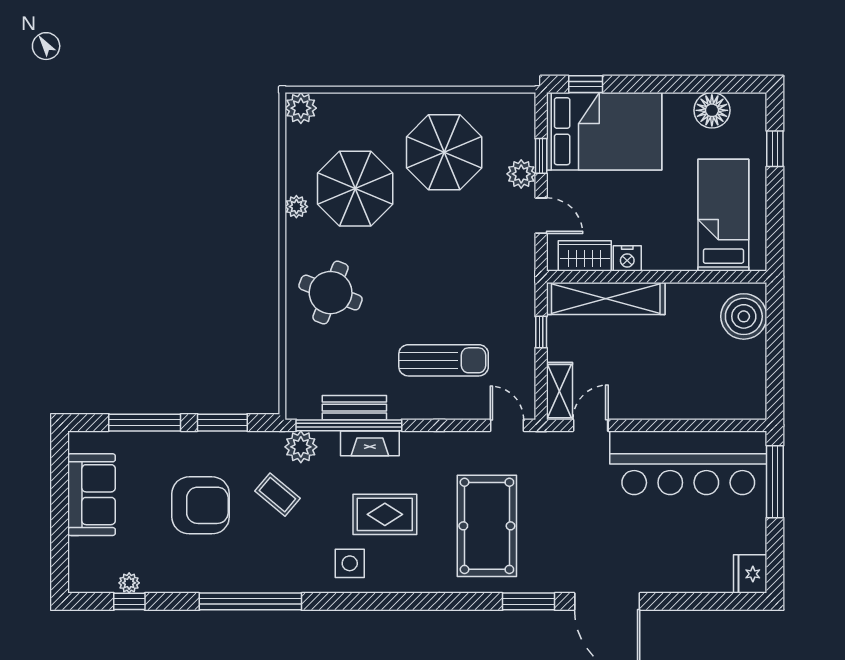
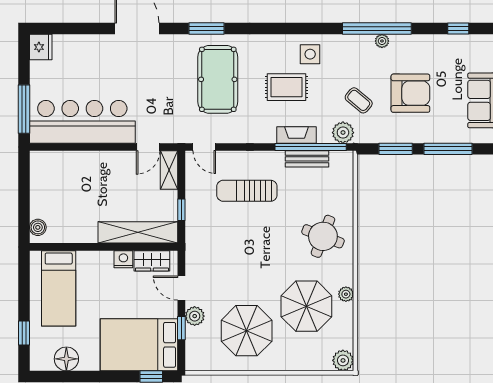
boiler: (744, 316) -> (38, 227), width x0.54, depth x0.54
armchair: (201, 505) -> (410, 93), turned 180
plant: (129, 583) -> (382, 41), moved
window: (529, 601) -> (207, 29), moved

